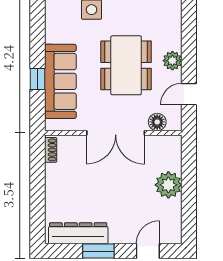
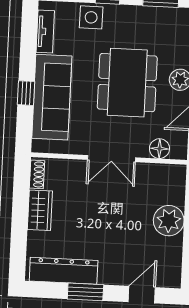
tv unit: (52, 24) -> (45, 31), added
double door: (116, 133) -> (112, 159), width x0.73
wardrobe: (55, 181) -> (40, 210), added

